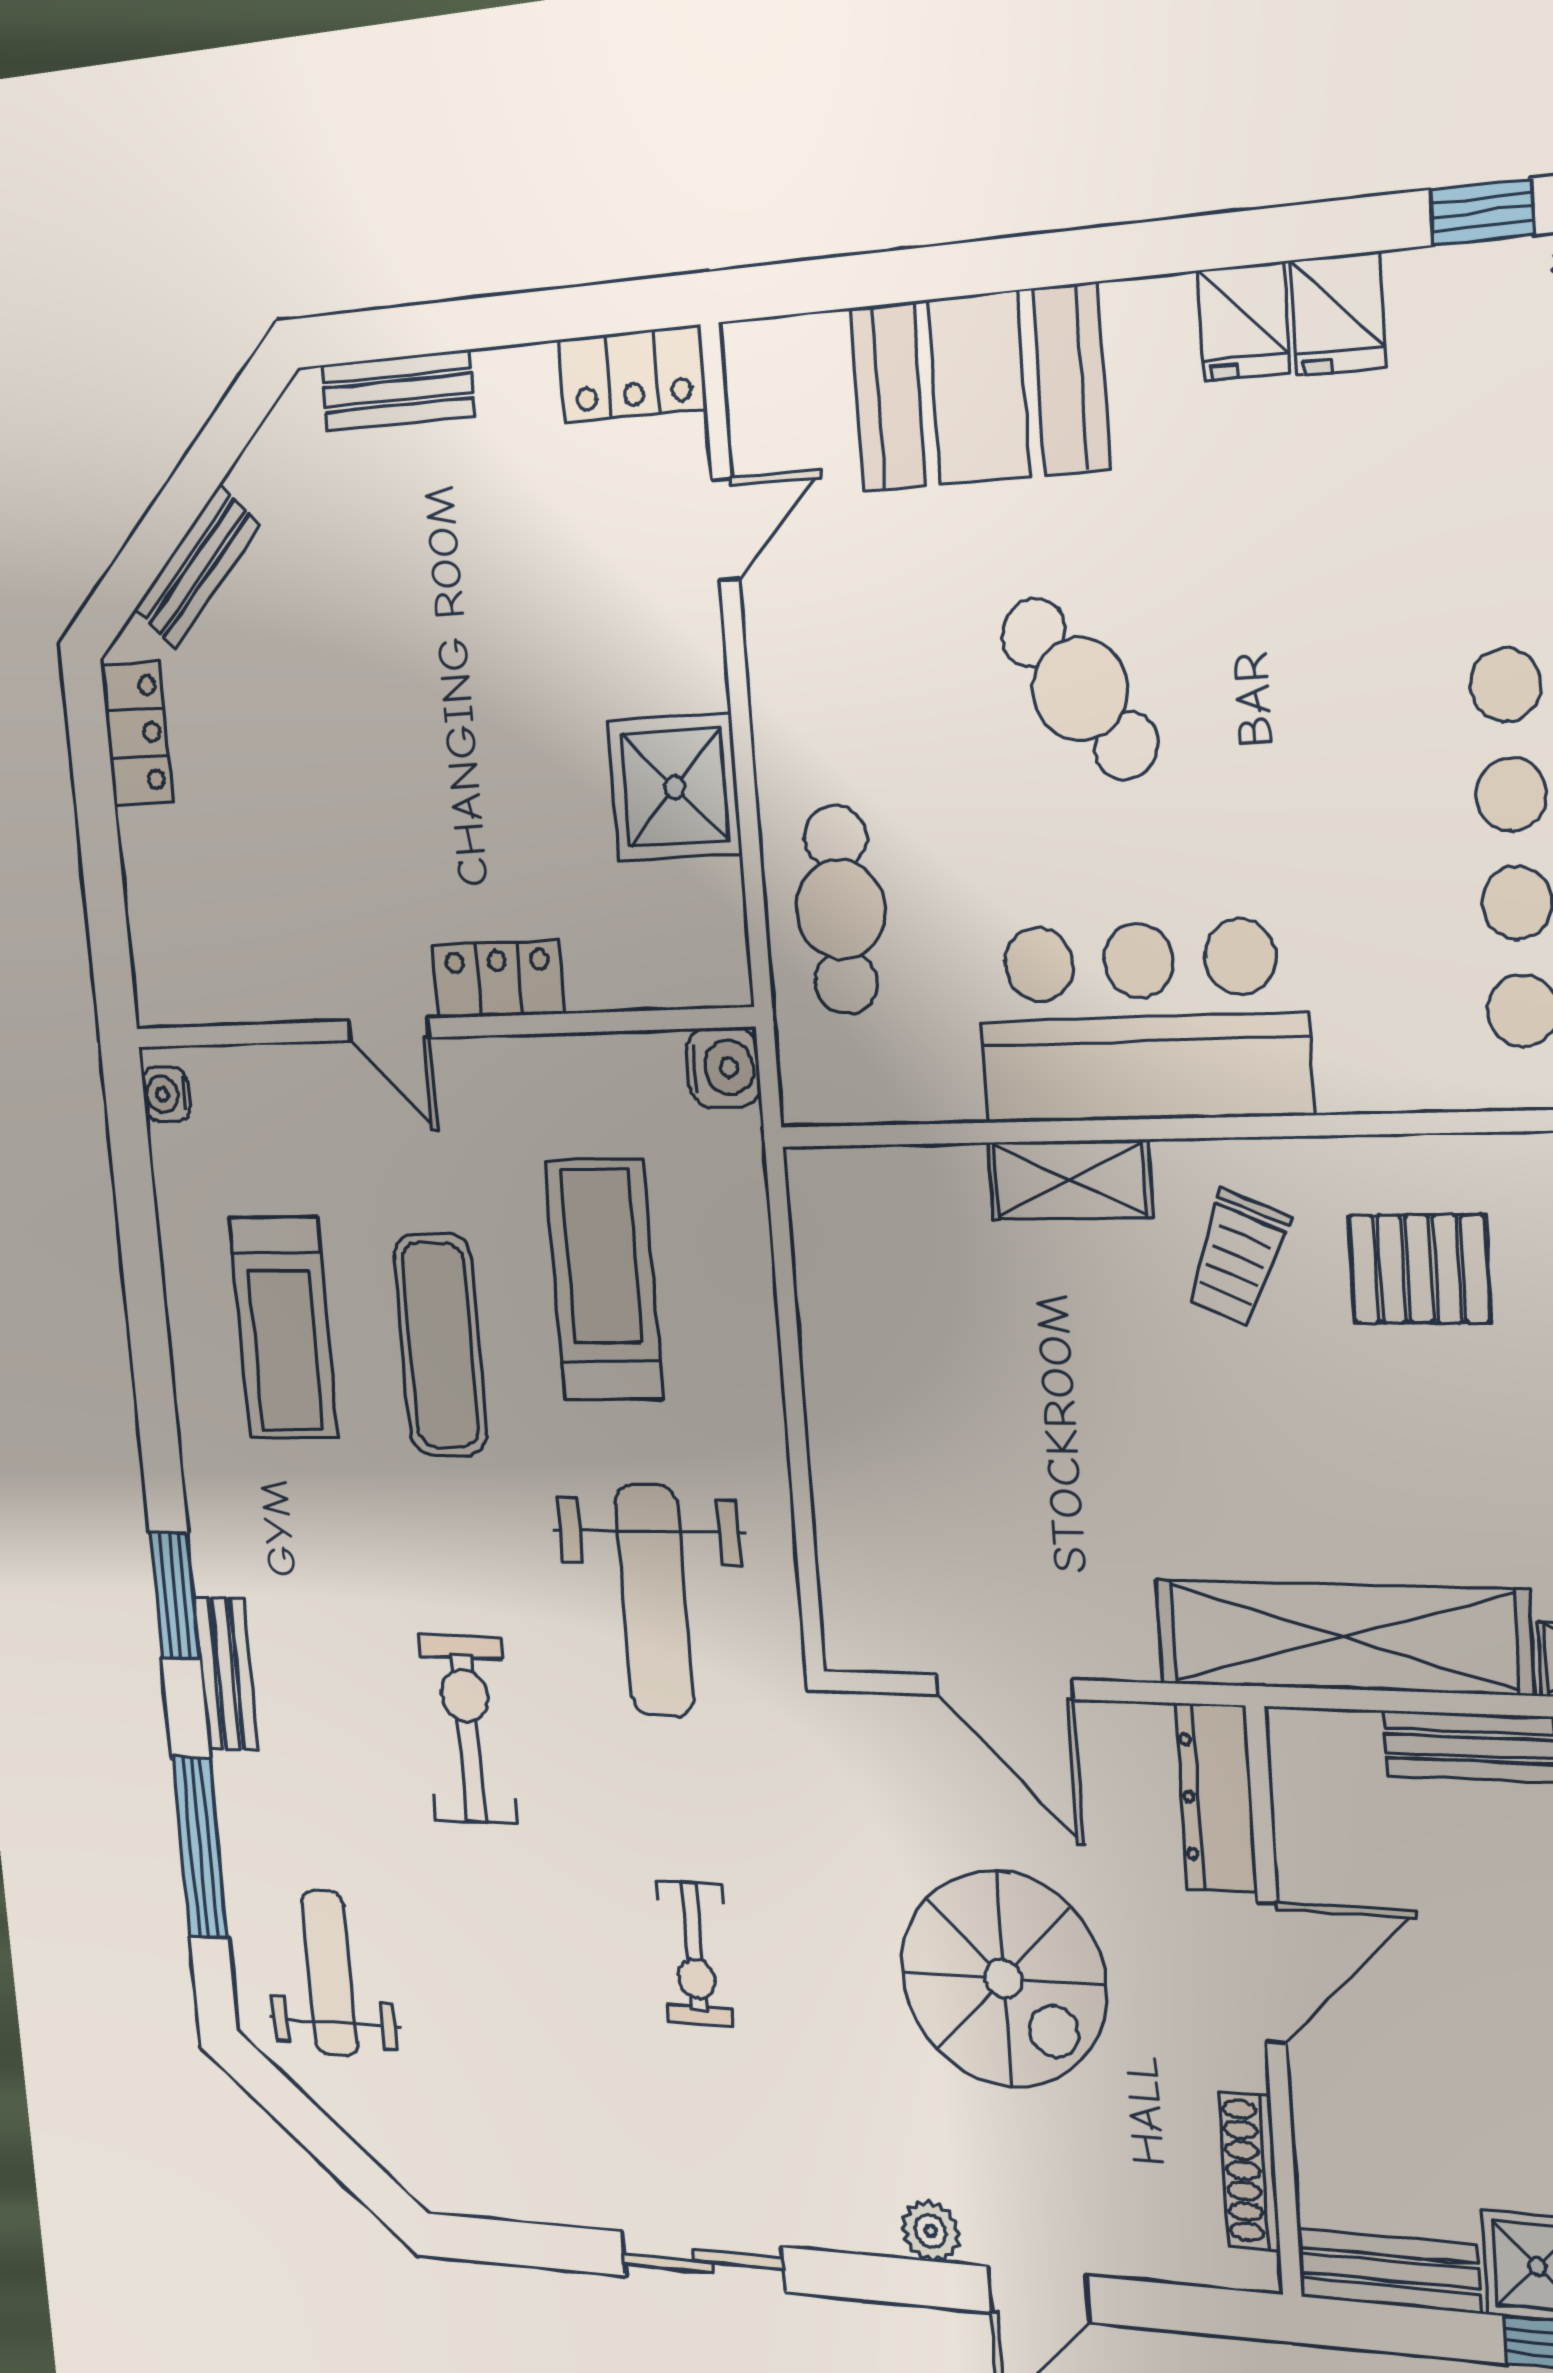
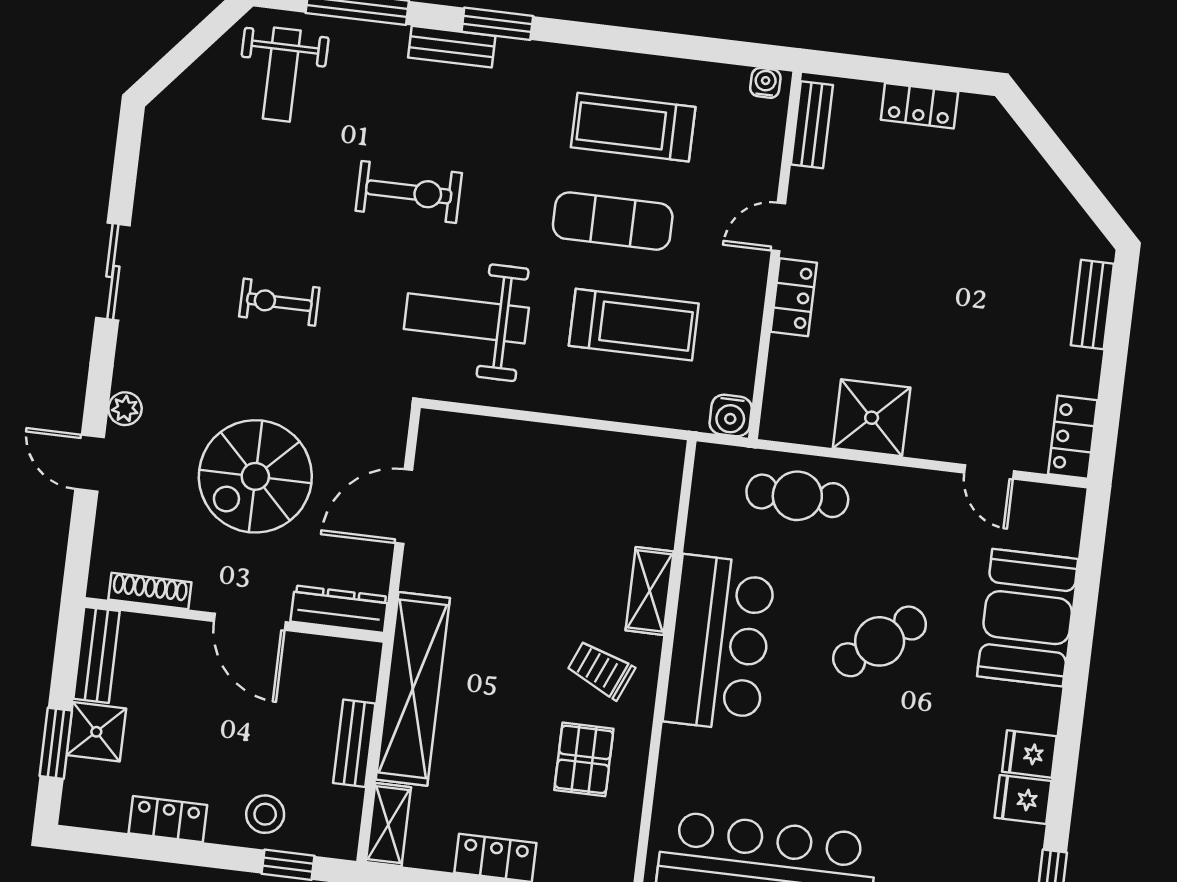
bench: (197, 567) -> (812, 125), moved, turned 45
locker: (137, 733) -> (919, 106), moved
weight bench: (330, 1973) -> (282, 75), turned 90

